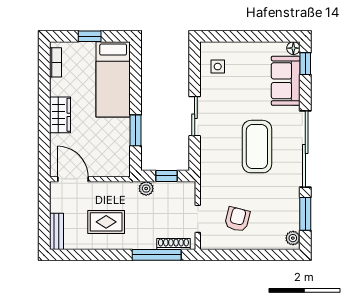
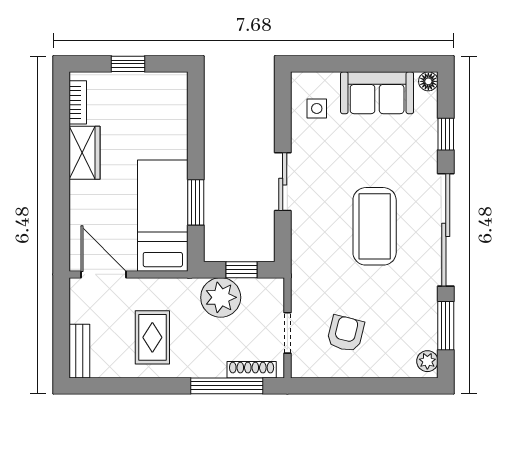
window: (305, 64) -> (446, 134), moved
bed: (113, 79) -> (163, 216), moved, turned 180
sofa: (286, 81) -> (377, 93), moved, turned -90
wardrobe: (60, 115) -> (85, 153), moved
plant: (146, 189) -> (221, 297), width x1.88, depth x1.88
rug: (106, 222) -> (152, 337), turned 90

